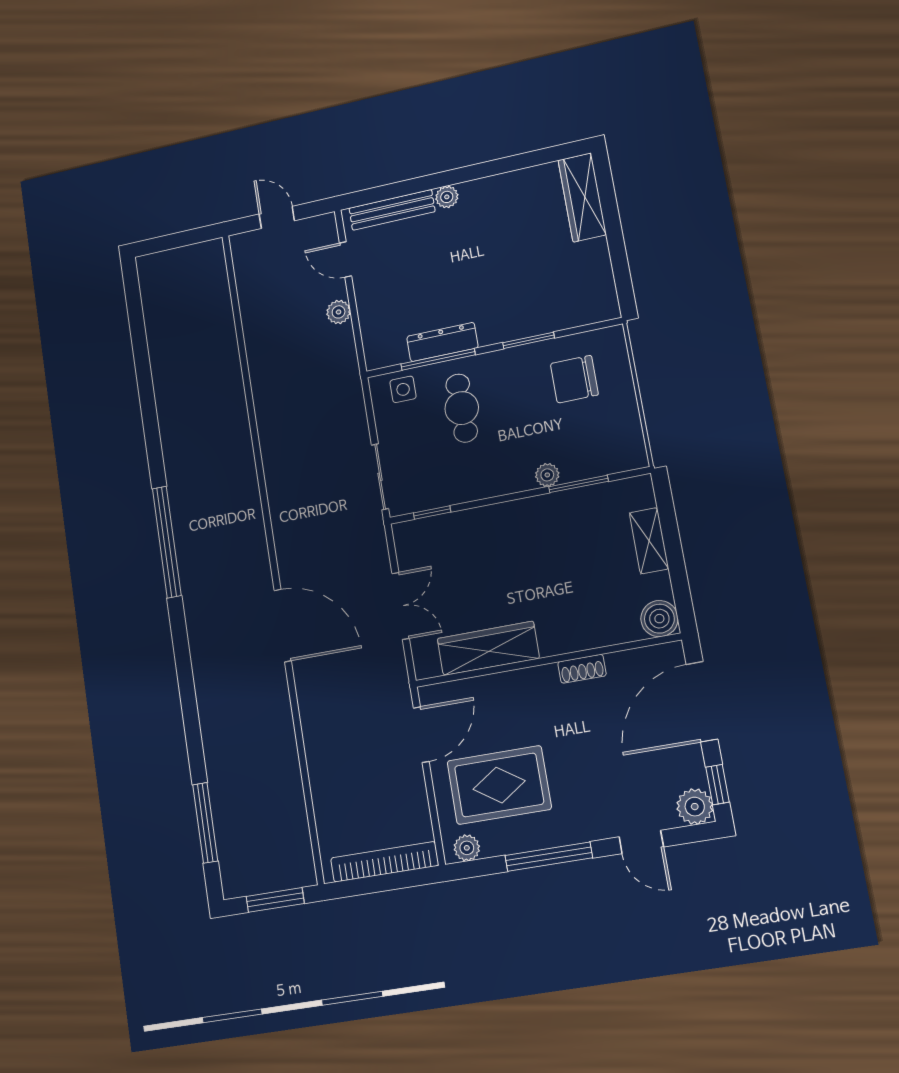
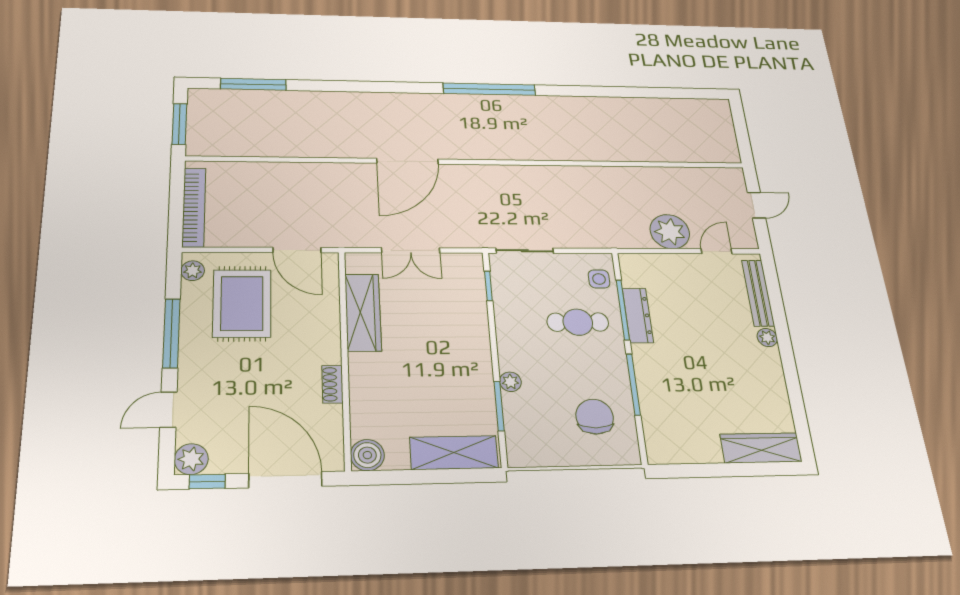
plant: (339, 312) -> (670, 232), width x1.87, depth x1.87
window: (529, 340) -> (633, 384), width x1.44
shelving: (649, 541) -> (454, 453), width x1.50, depth x1.33

